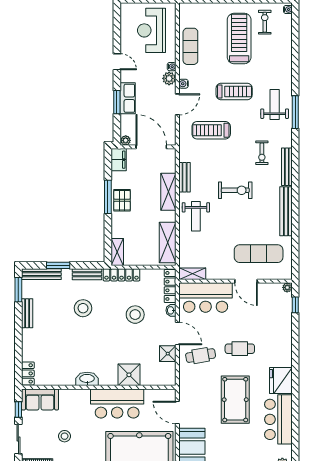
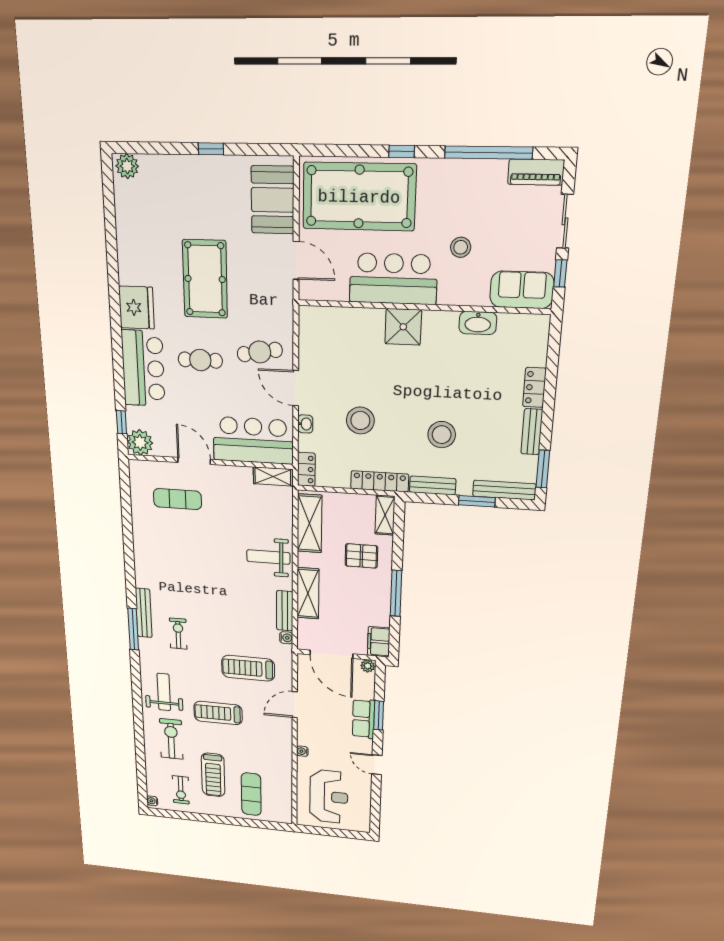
treadmill: (239, 38) -> (213, 775), width x0.73, depth x0.73
exercise mat: (190, 46) -> (251, 794), moved
plant: (169, 78) -> (306, 737), removed
water cooler: (183, 84) -> (286, 638), moved
weight bench: (275, 105) -> (164, 692), turned 180
window: (295, 112) -> (133, 629), moved
treadmill: (211, 130) -> (248, 668), turned 180
exercise bike: (235, 190) -> (171, 739), moved, turned 90
pallet: (122, 200) -> (361, 556), moved, turned 90
bench: (286, 211) -> (142, 555), removed
weight bench: (196, 216) -> (268, 557), turned -90
exercise mat: (259, 254) -> (177, 499), width x0.73, depth x0.69
locker: (170, 286) -> (306, 469), width x0.66
plant: (287, 287) -> (140, 442), width x1.88, depth x1.88
shower: (168, 354) -> (311, 357), removed
locker: (28, 373) -> (534, 387), moved
shower: (129, 375) -> (403, 327), moved
washbasin: (87, 379) -> (478, 323), moved
bar counter: (278, 419) -> (143, 368), moved
stool: (65, 436) -> (461, 247), moved

